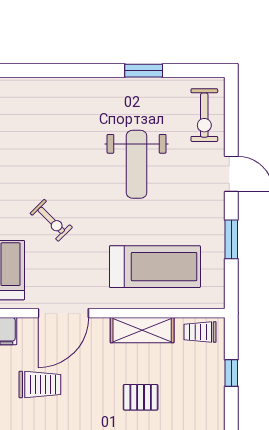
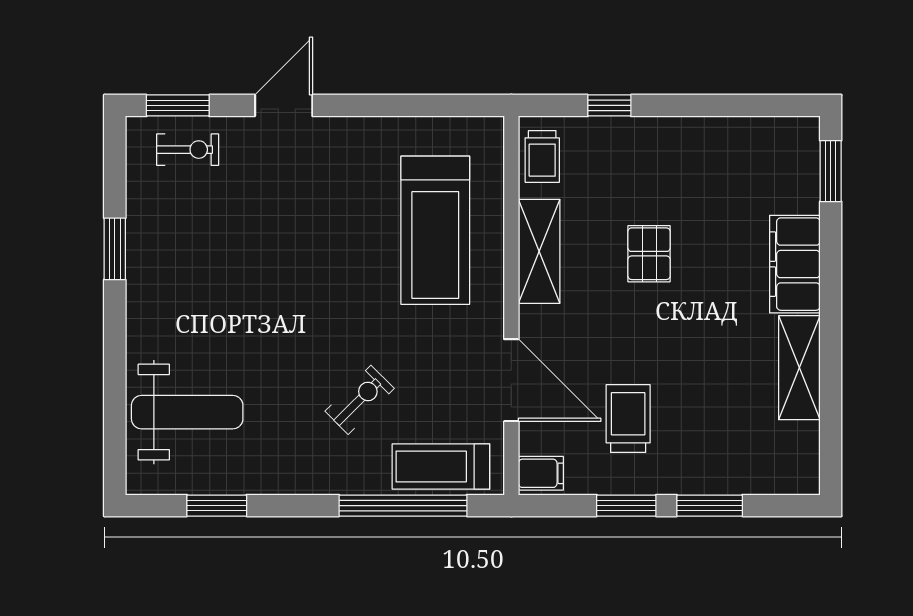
exercise bike: (204, 115) -> (188, 150), width x0.73, depth x0.72
weight bench: (137, 164) -> (187, 412), moved
window: (231, 239) -> (178, 105), moved
treadmill: (155, 267) -> (435, 230), turned 180

